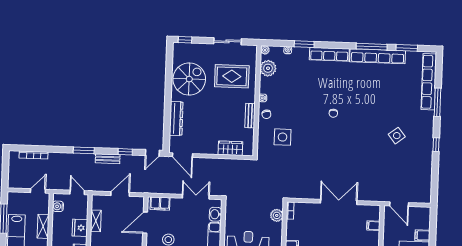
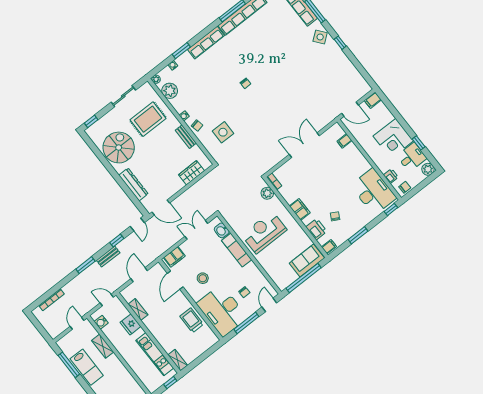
side table: (397, 136) -> (320, 37), moved
filing cabinet: (422, 235) -> (373, 100), moved

